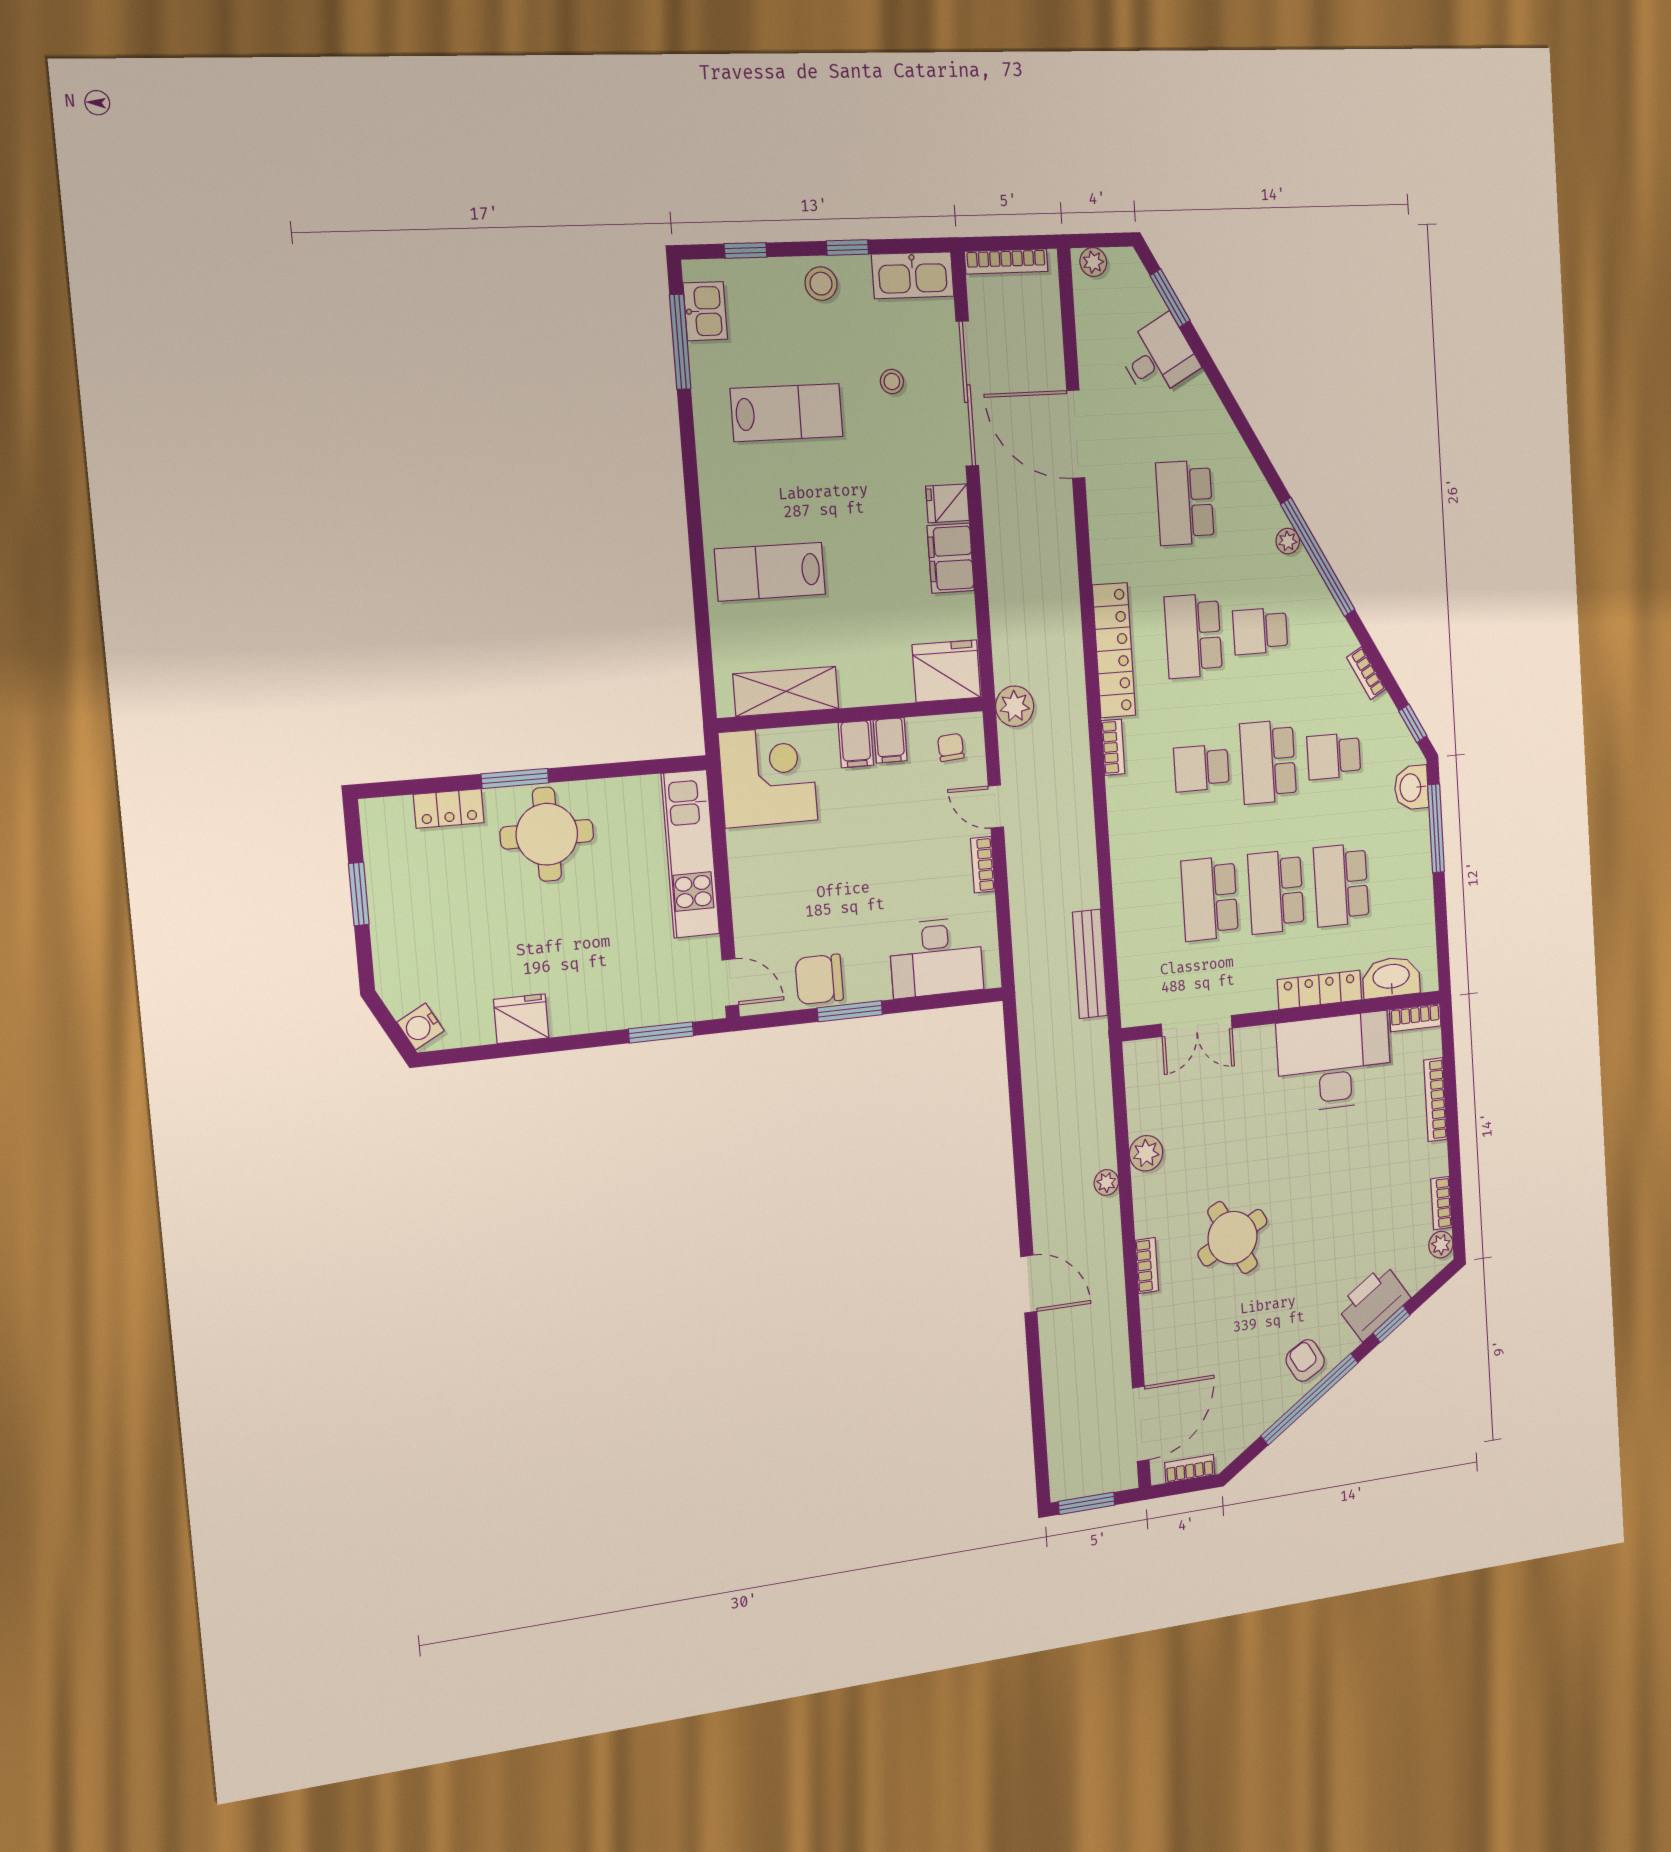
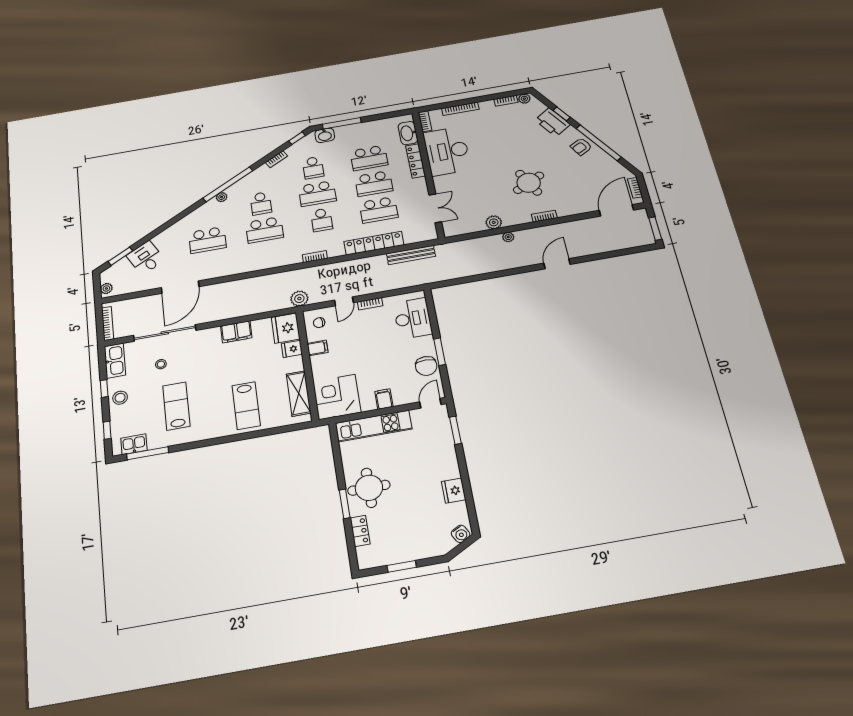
fridge: (948, 503) -> (292, 349), moved, turned 90
locker: (1114, 650) -> (374, 243), moved
filing cabinet: (856, 744) -> (384, 399), moved, turned -90
door: (1141, 1424) -> (616, 210), hinge flipped

